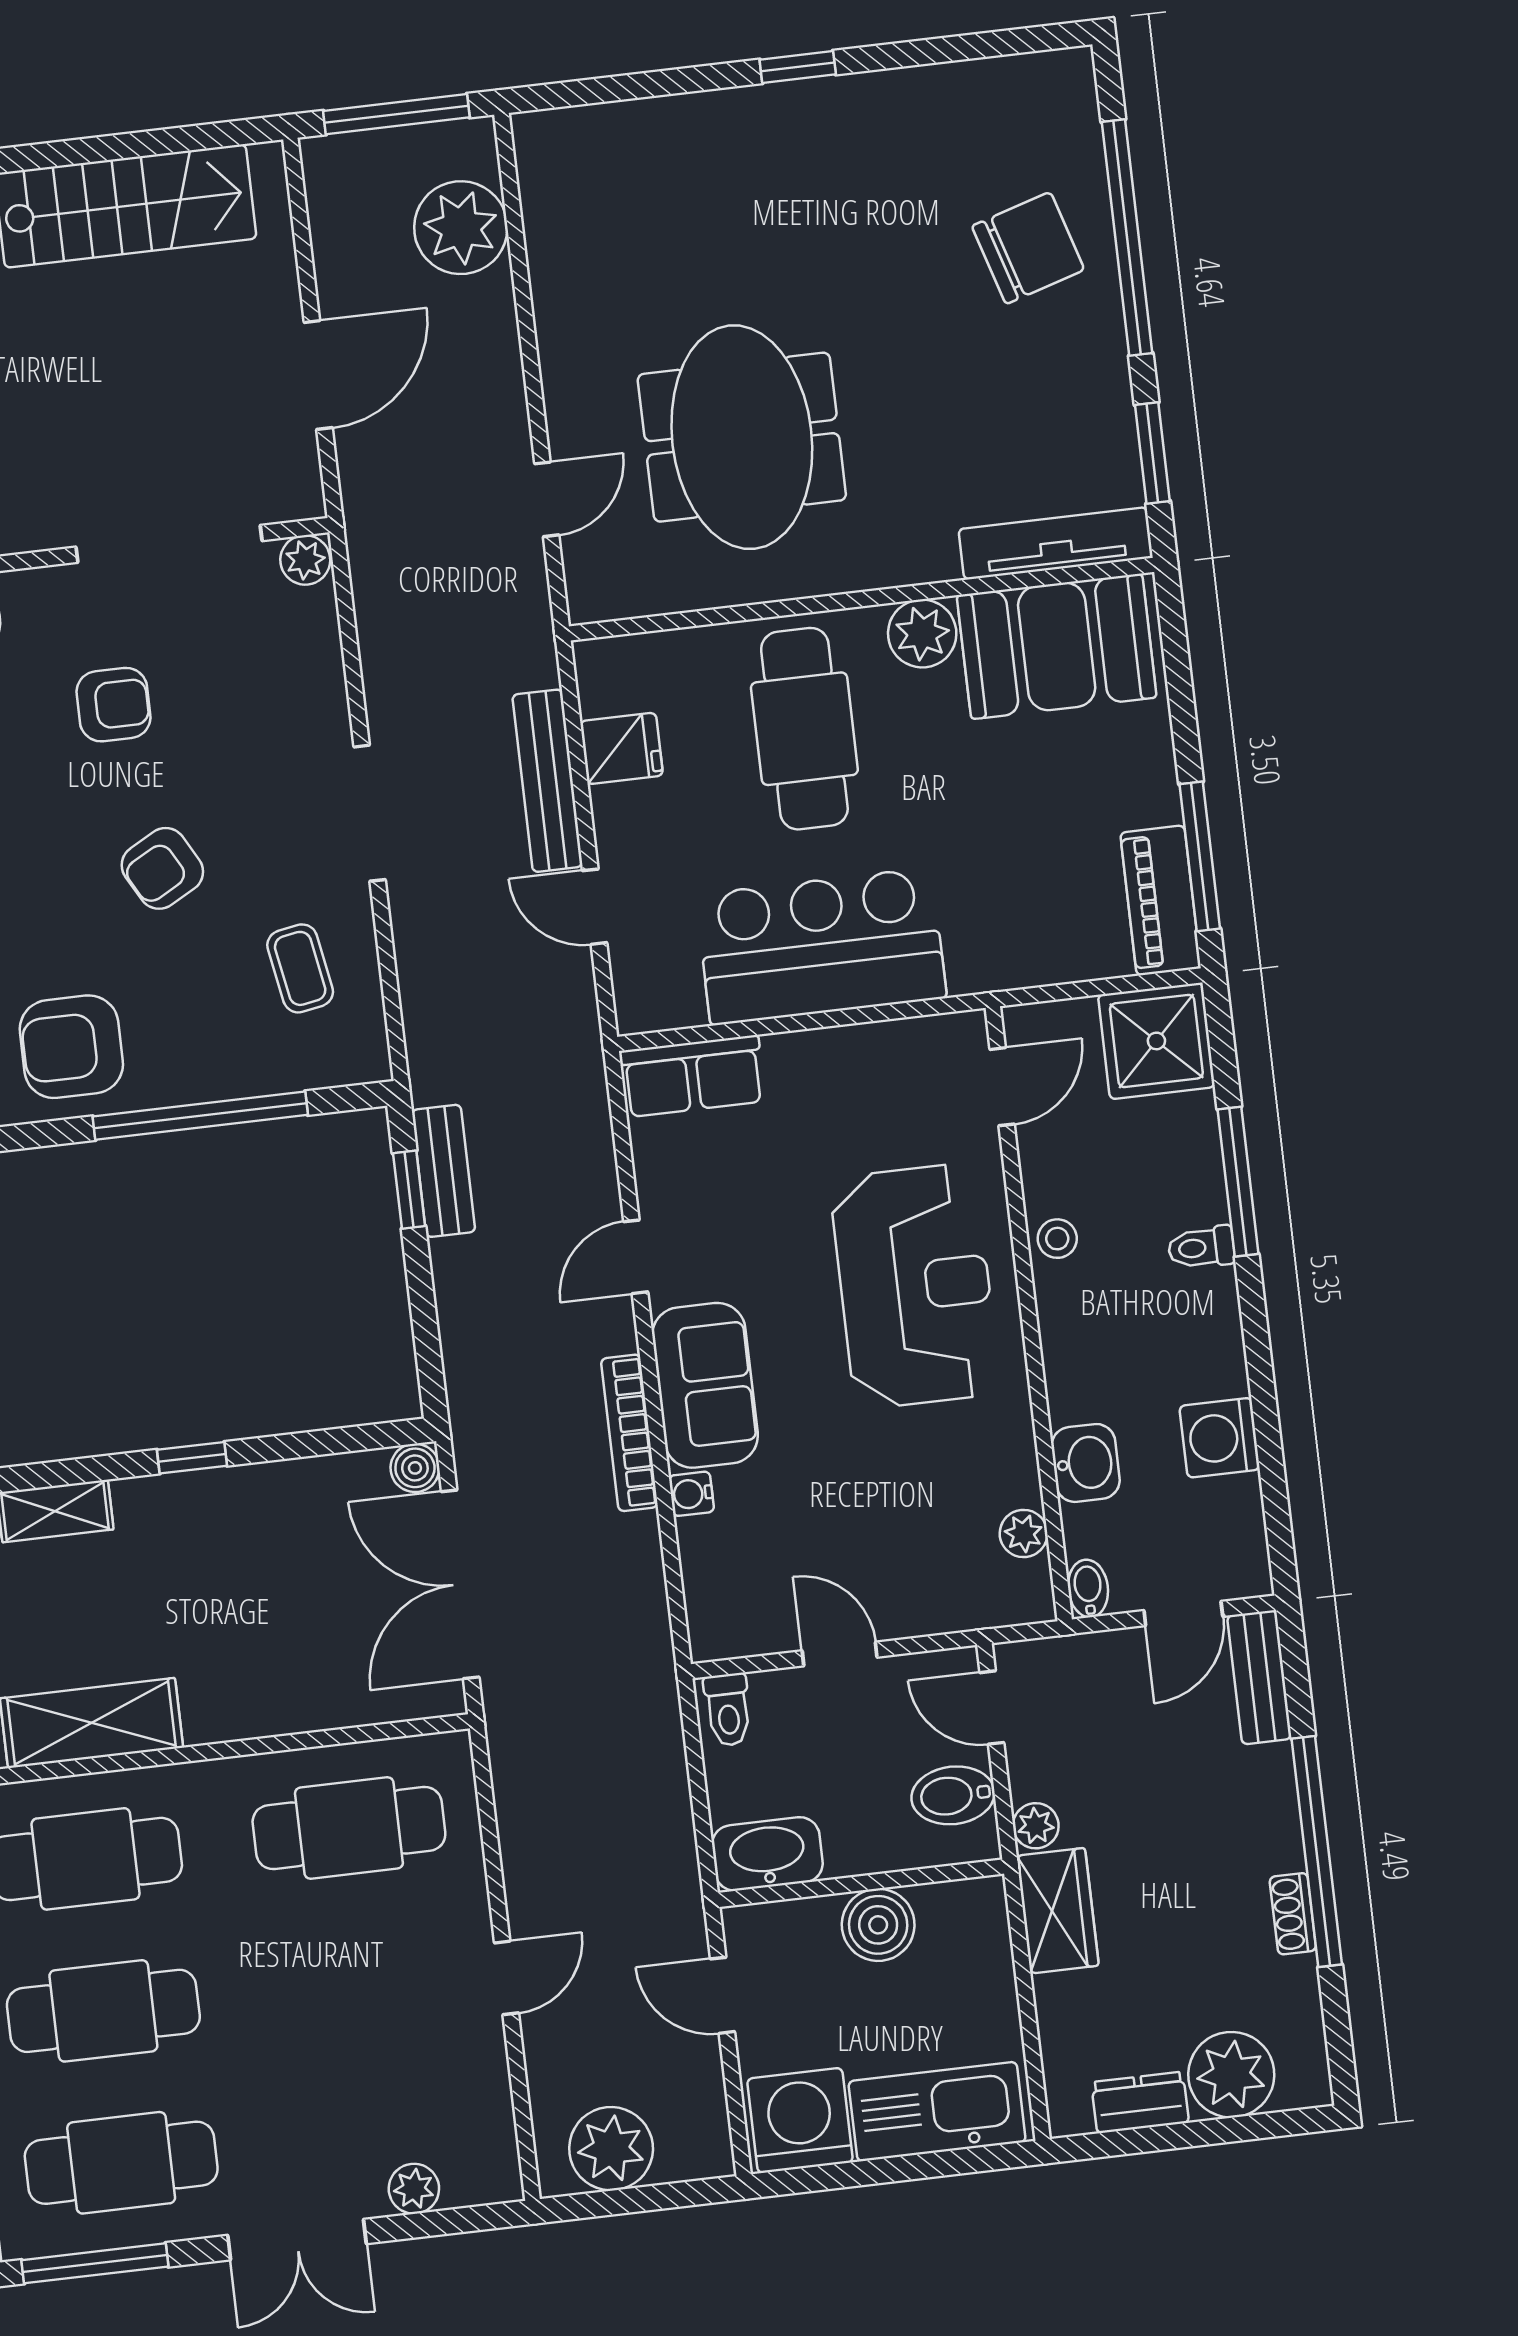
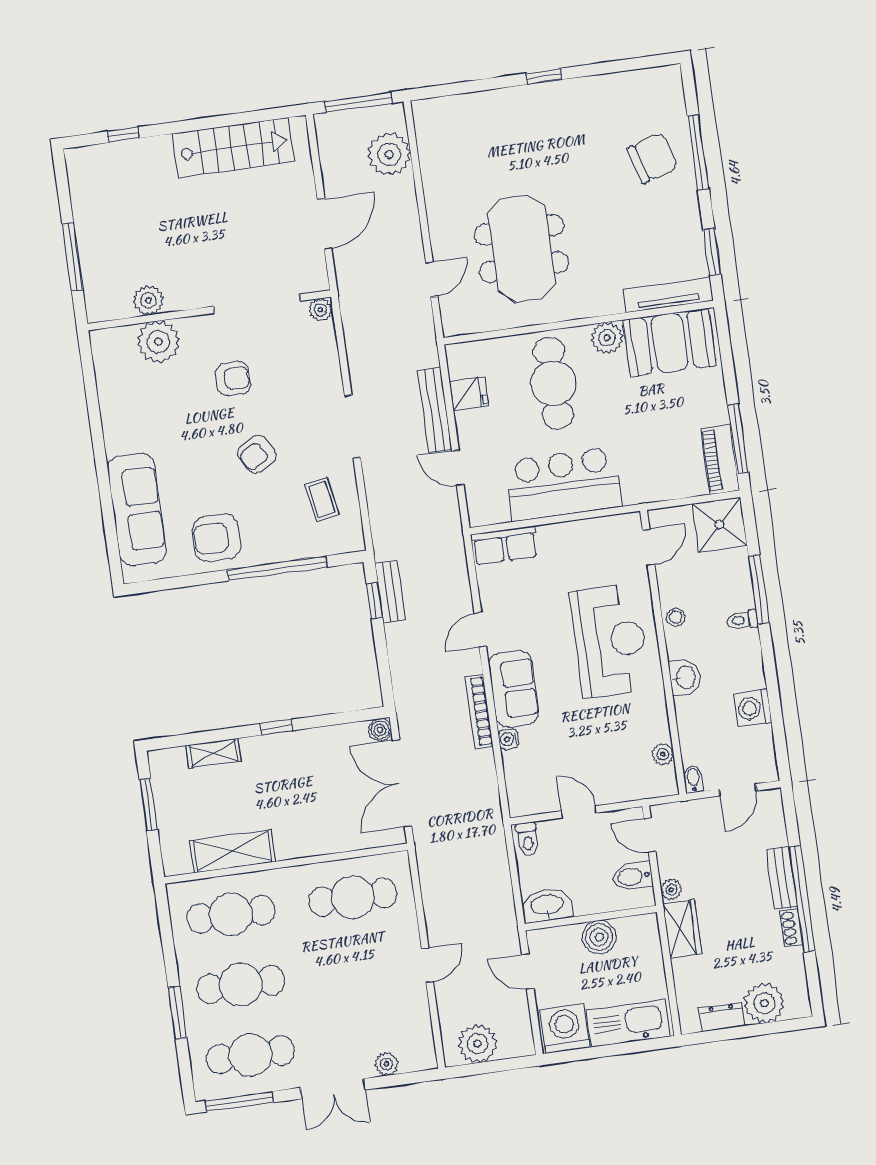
window: (1127, 237) -> (698, 152), width x0.68
washbasin: (1086, 1463) -> (685, 677), moved
bench: (1259, 1677) -> (782, 878), moved

